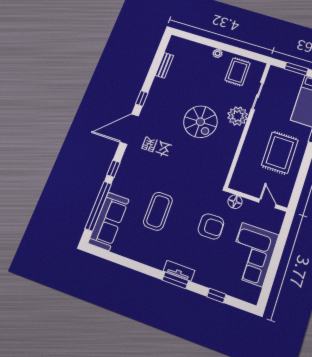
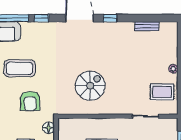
plant: (238, 116) -> (122, 105), removed
spiral stairs: (200, 122) -> (90, 86), moved, turned 180
armchair: (211, 226) -> (30, 101), moved

